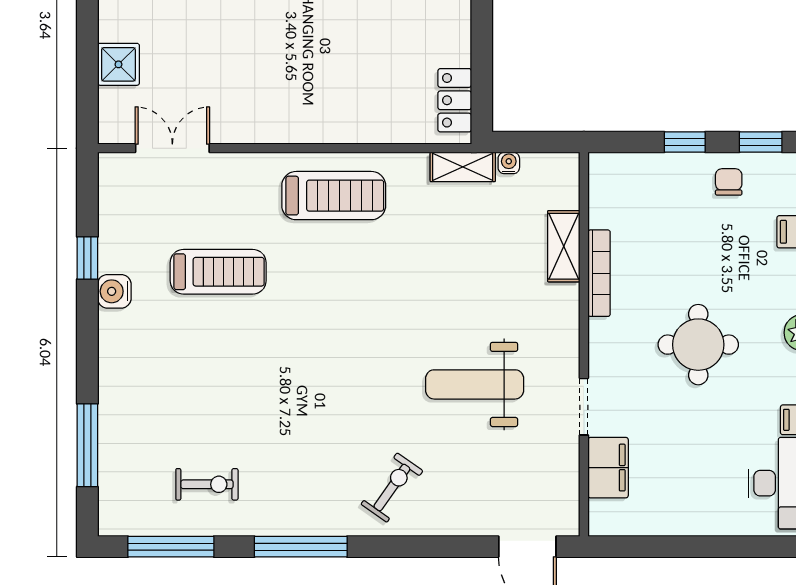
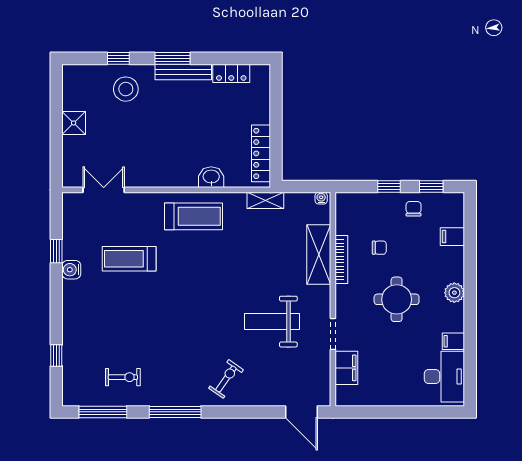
shower: (118, 64) -> (74, 123), moved
locker: (455, 100) -> (261, 153), width x1.53
washbasin: (365, 125) -> (211, 177), added
water cooler: (509, 163) -> (321, 198), moved
shelving: (564, 246) -> (319, 255), width x1.50, depth x1.33
chair: (667, 252) -> (379, 248), added
treadmill: (218, 272) -> (129, 259), turned 180
window: (87, 445) -> (56, 355), width x0.46

